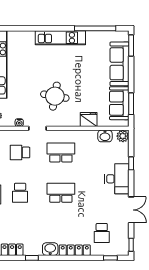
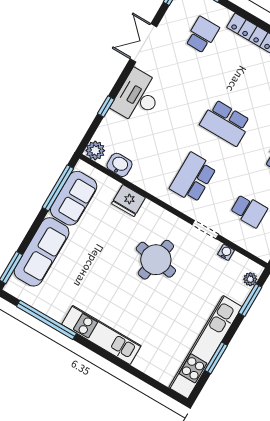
window: (131, 104) -> (58, 188), width x1.44
school desk: (61, 152) -> (193, 178), turned 90

